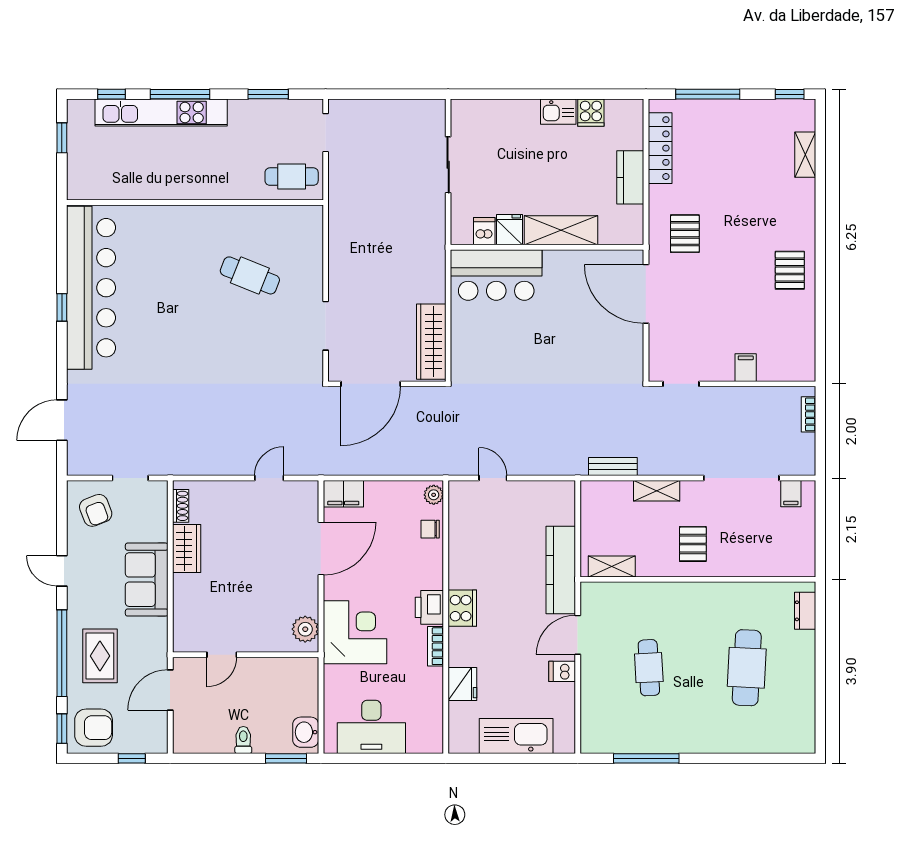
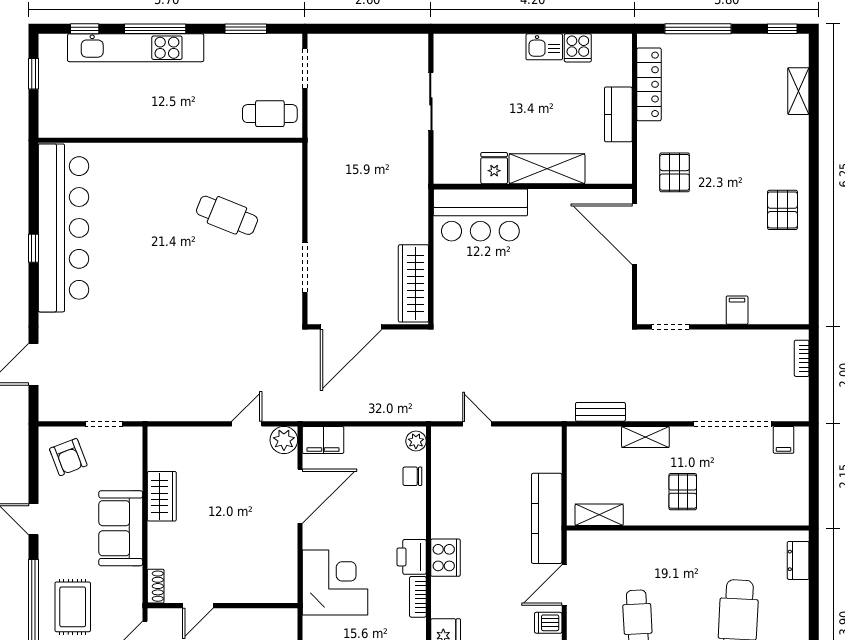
dishwasher: (484, 231) -> (468, 170), removed
shoe rack: (181, 506) -> (156, 586), moved
plant: (305, 629) -> (284, 440), moved

